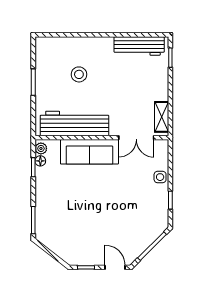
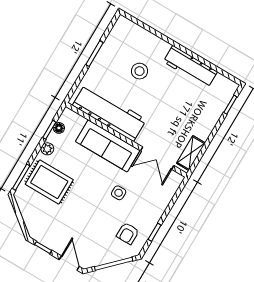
workbench: (139, 46) -> (190, 67), moved
plant: (41, 148) -> (47, 149), moved
side table: (160, 177) -> (119, 193), moved
rug: (59, 210) -> (49, 182), added
armchair: (149, 214) -> (128, 233), added

